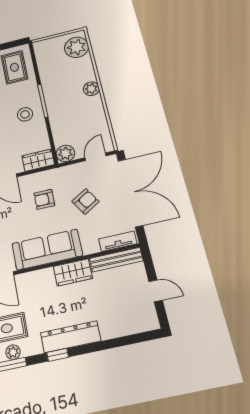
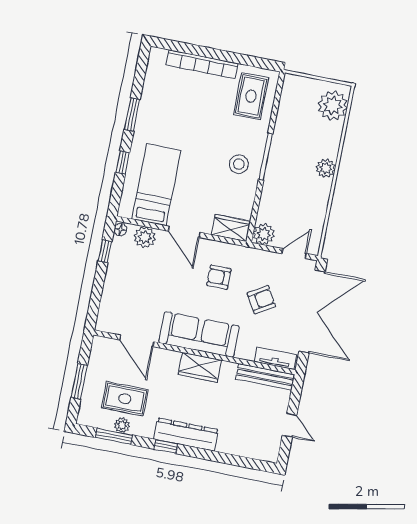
wardrobe: (73, 272) -> (200, 367), moved

